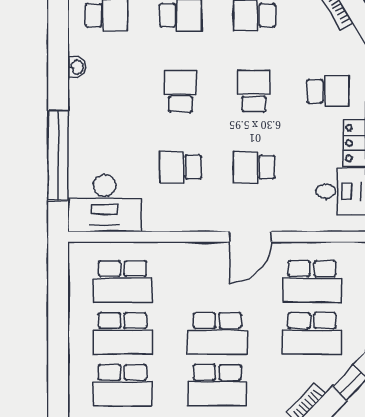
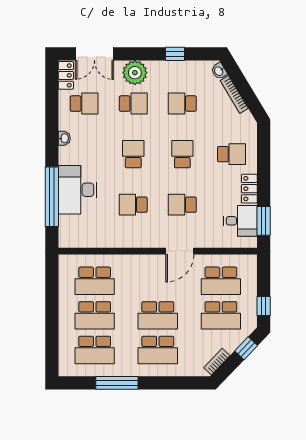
desk: (105, 203) -> (78, 190), moved, turned 90

